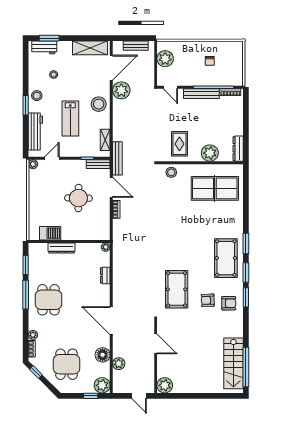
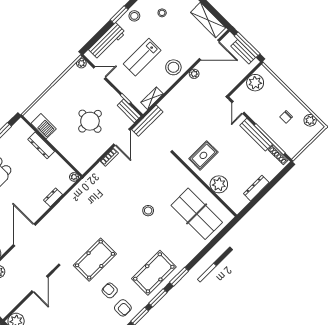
window: (134, 38) -> (247, 45), added
plant: (228, 47) -> (310, 120), added
plant: (121, 90) -> (194, 74), width x0.53, depth x0.53
dresser: (238, 149) -> (256, 188), moved
stool: (171, 172) -> (148, 211), moved

